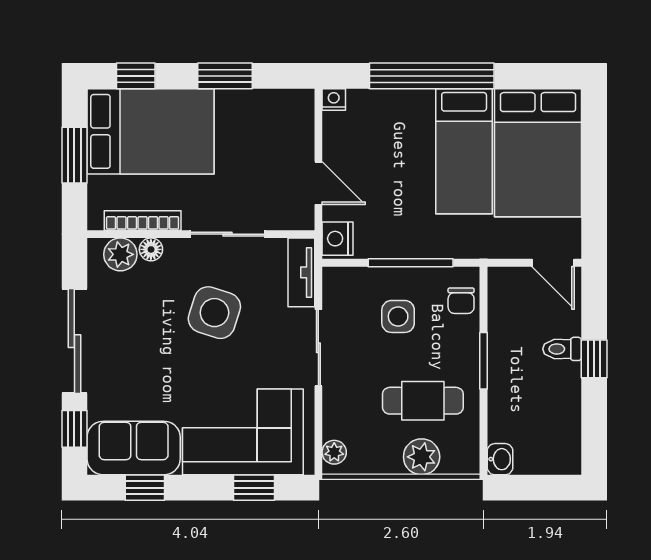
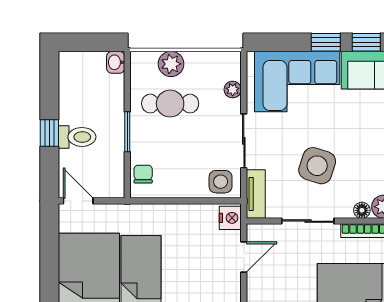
door: (318, 183) -> (244, 257), swing flipped
window: (411, 263) -> (179, 201), removed
side table: (398, 316) -> (221, 182), moved
toilet: (562, 349) -> (77, 137), width x1.37, depth x1.39
plant: (334, 452) -> (233, 90), moved
window: (254, 488) -> (326, 42), moved

